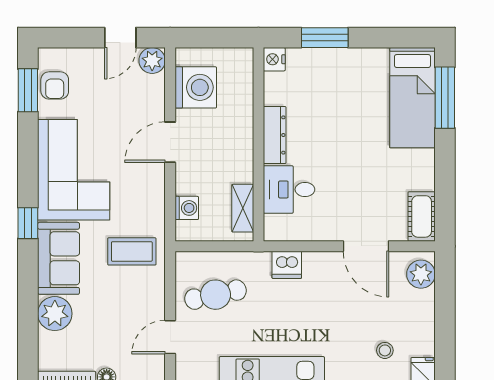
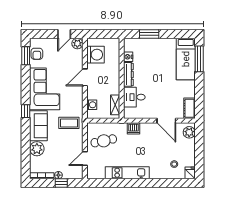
nightstand: (274, 59) -> (128, 57), moved

